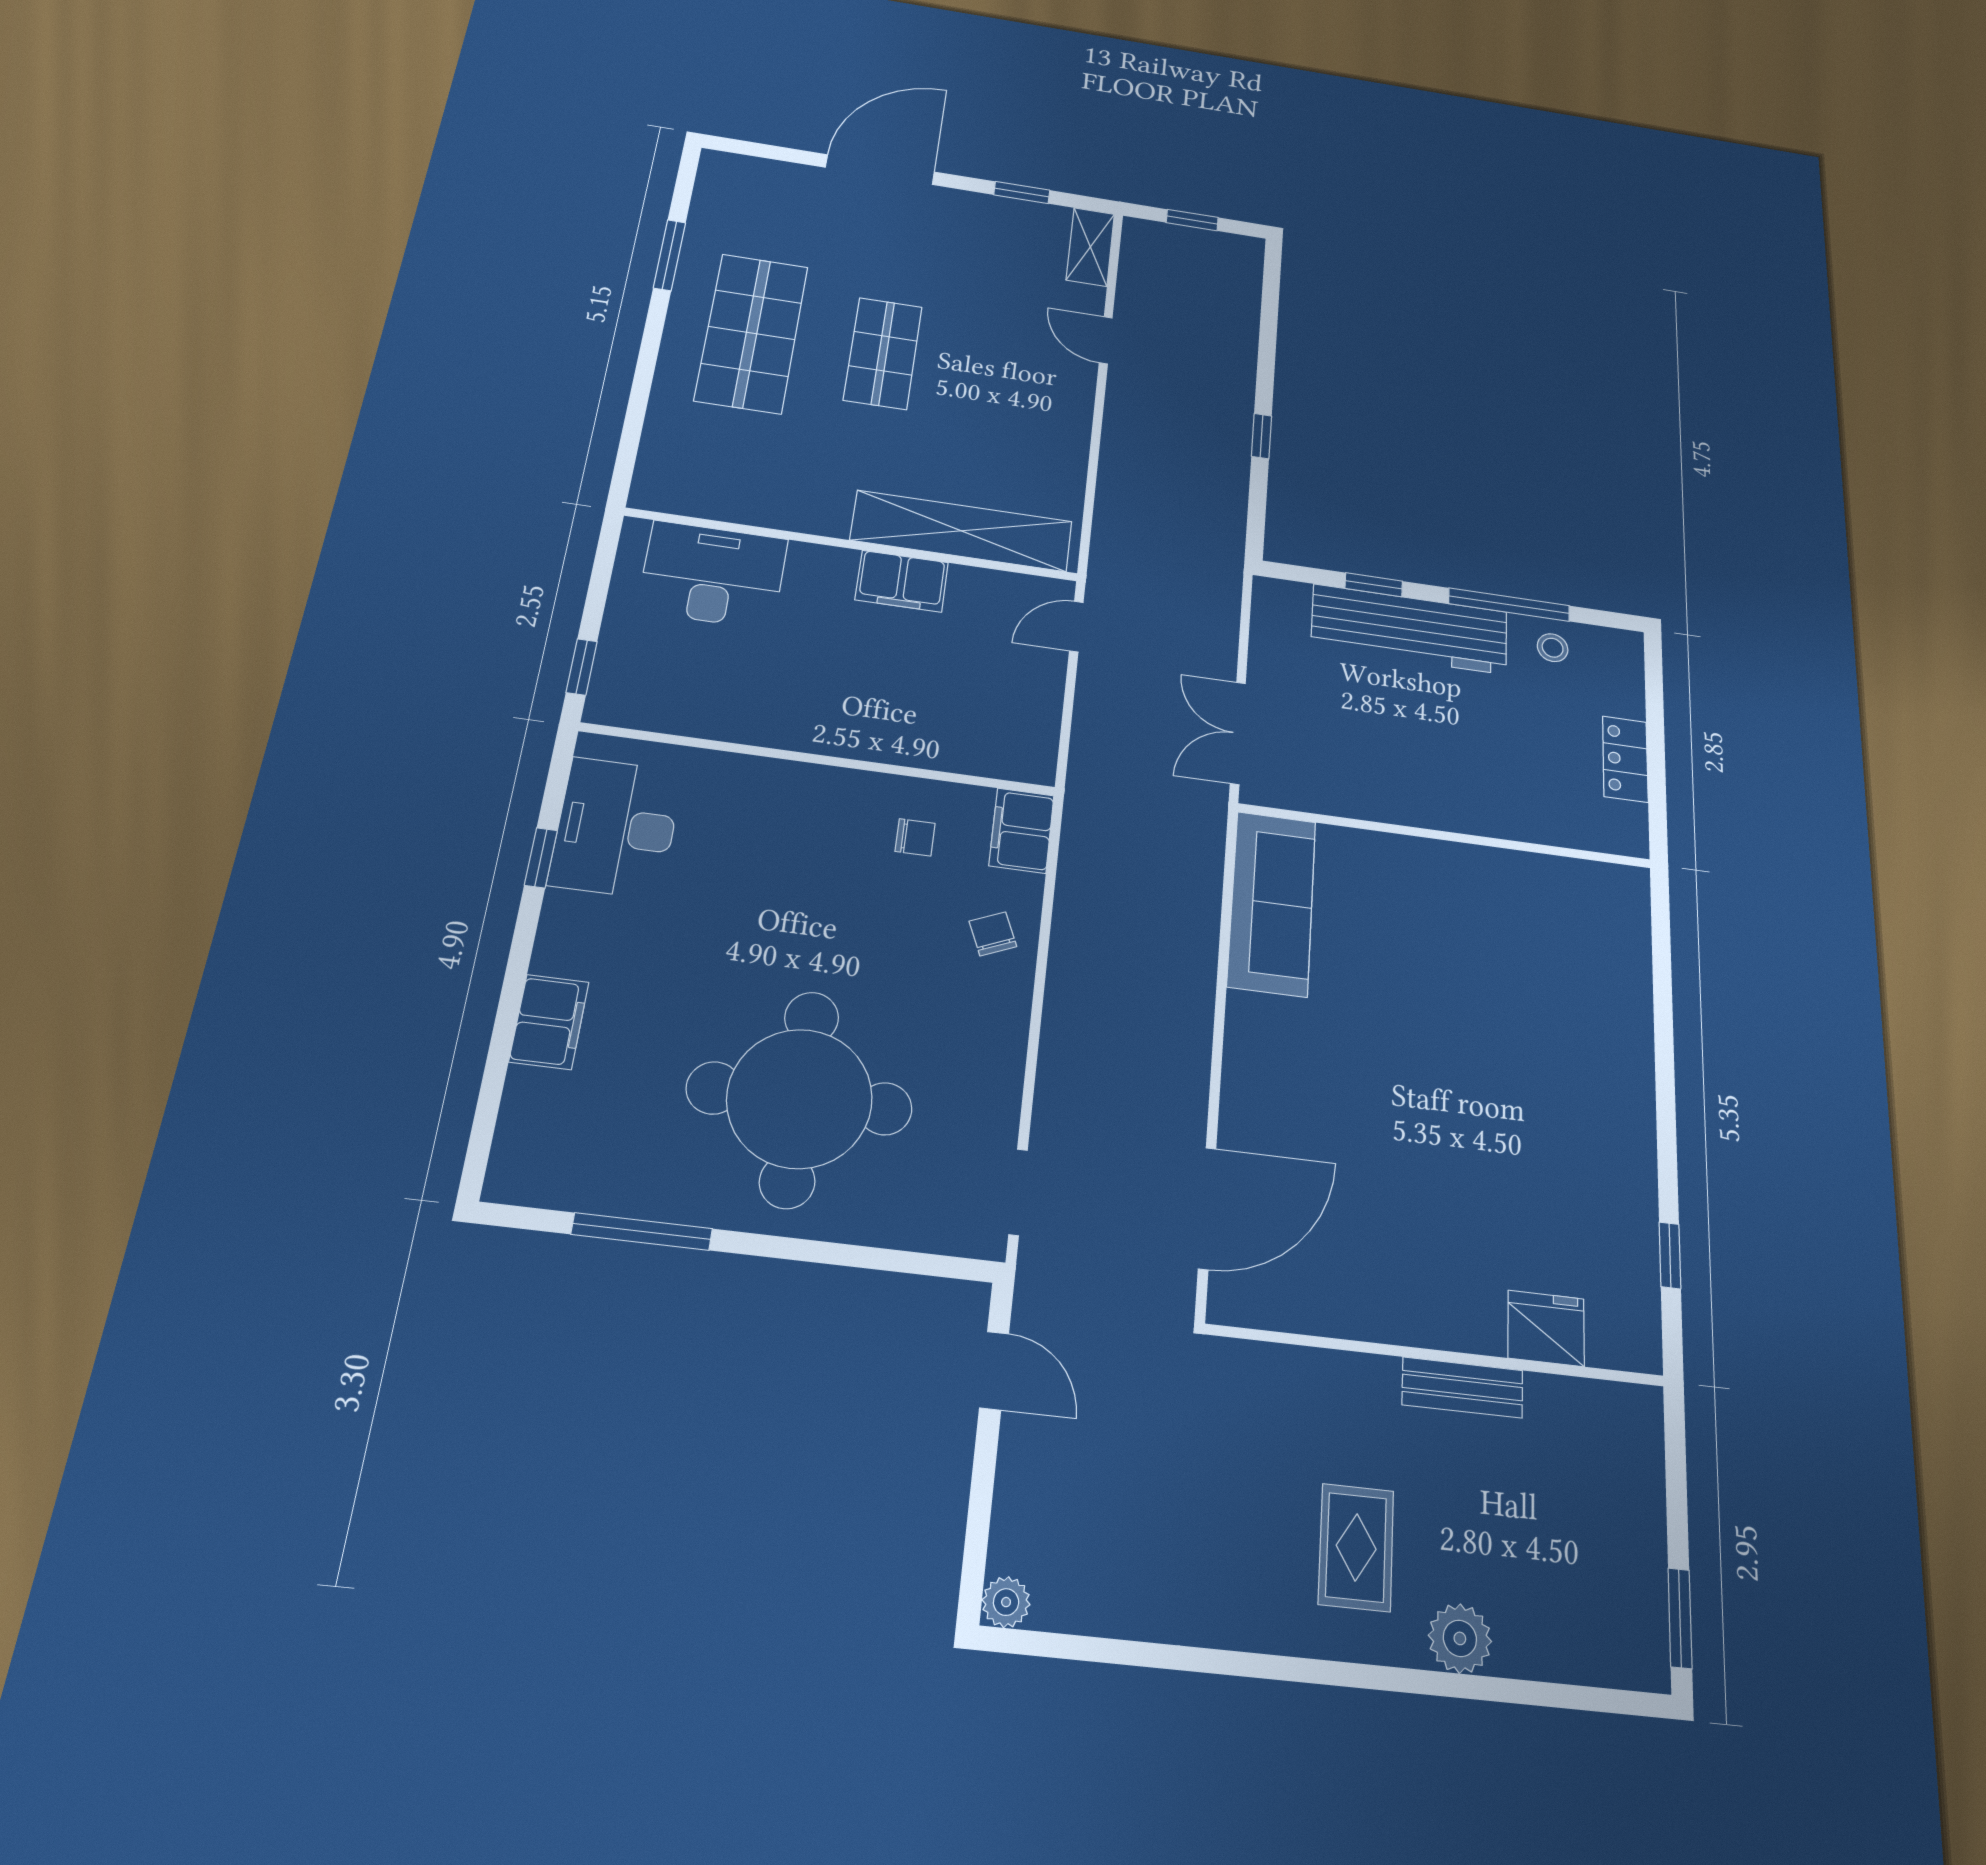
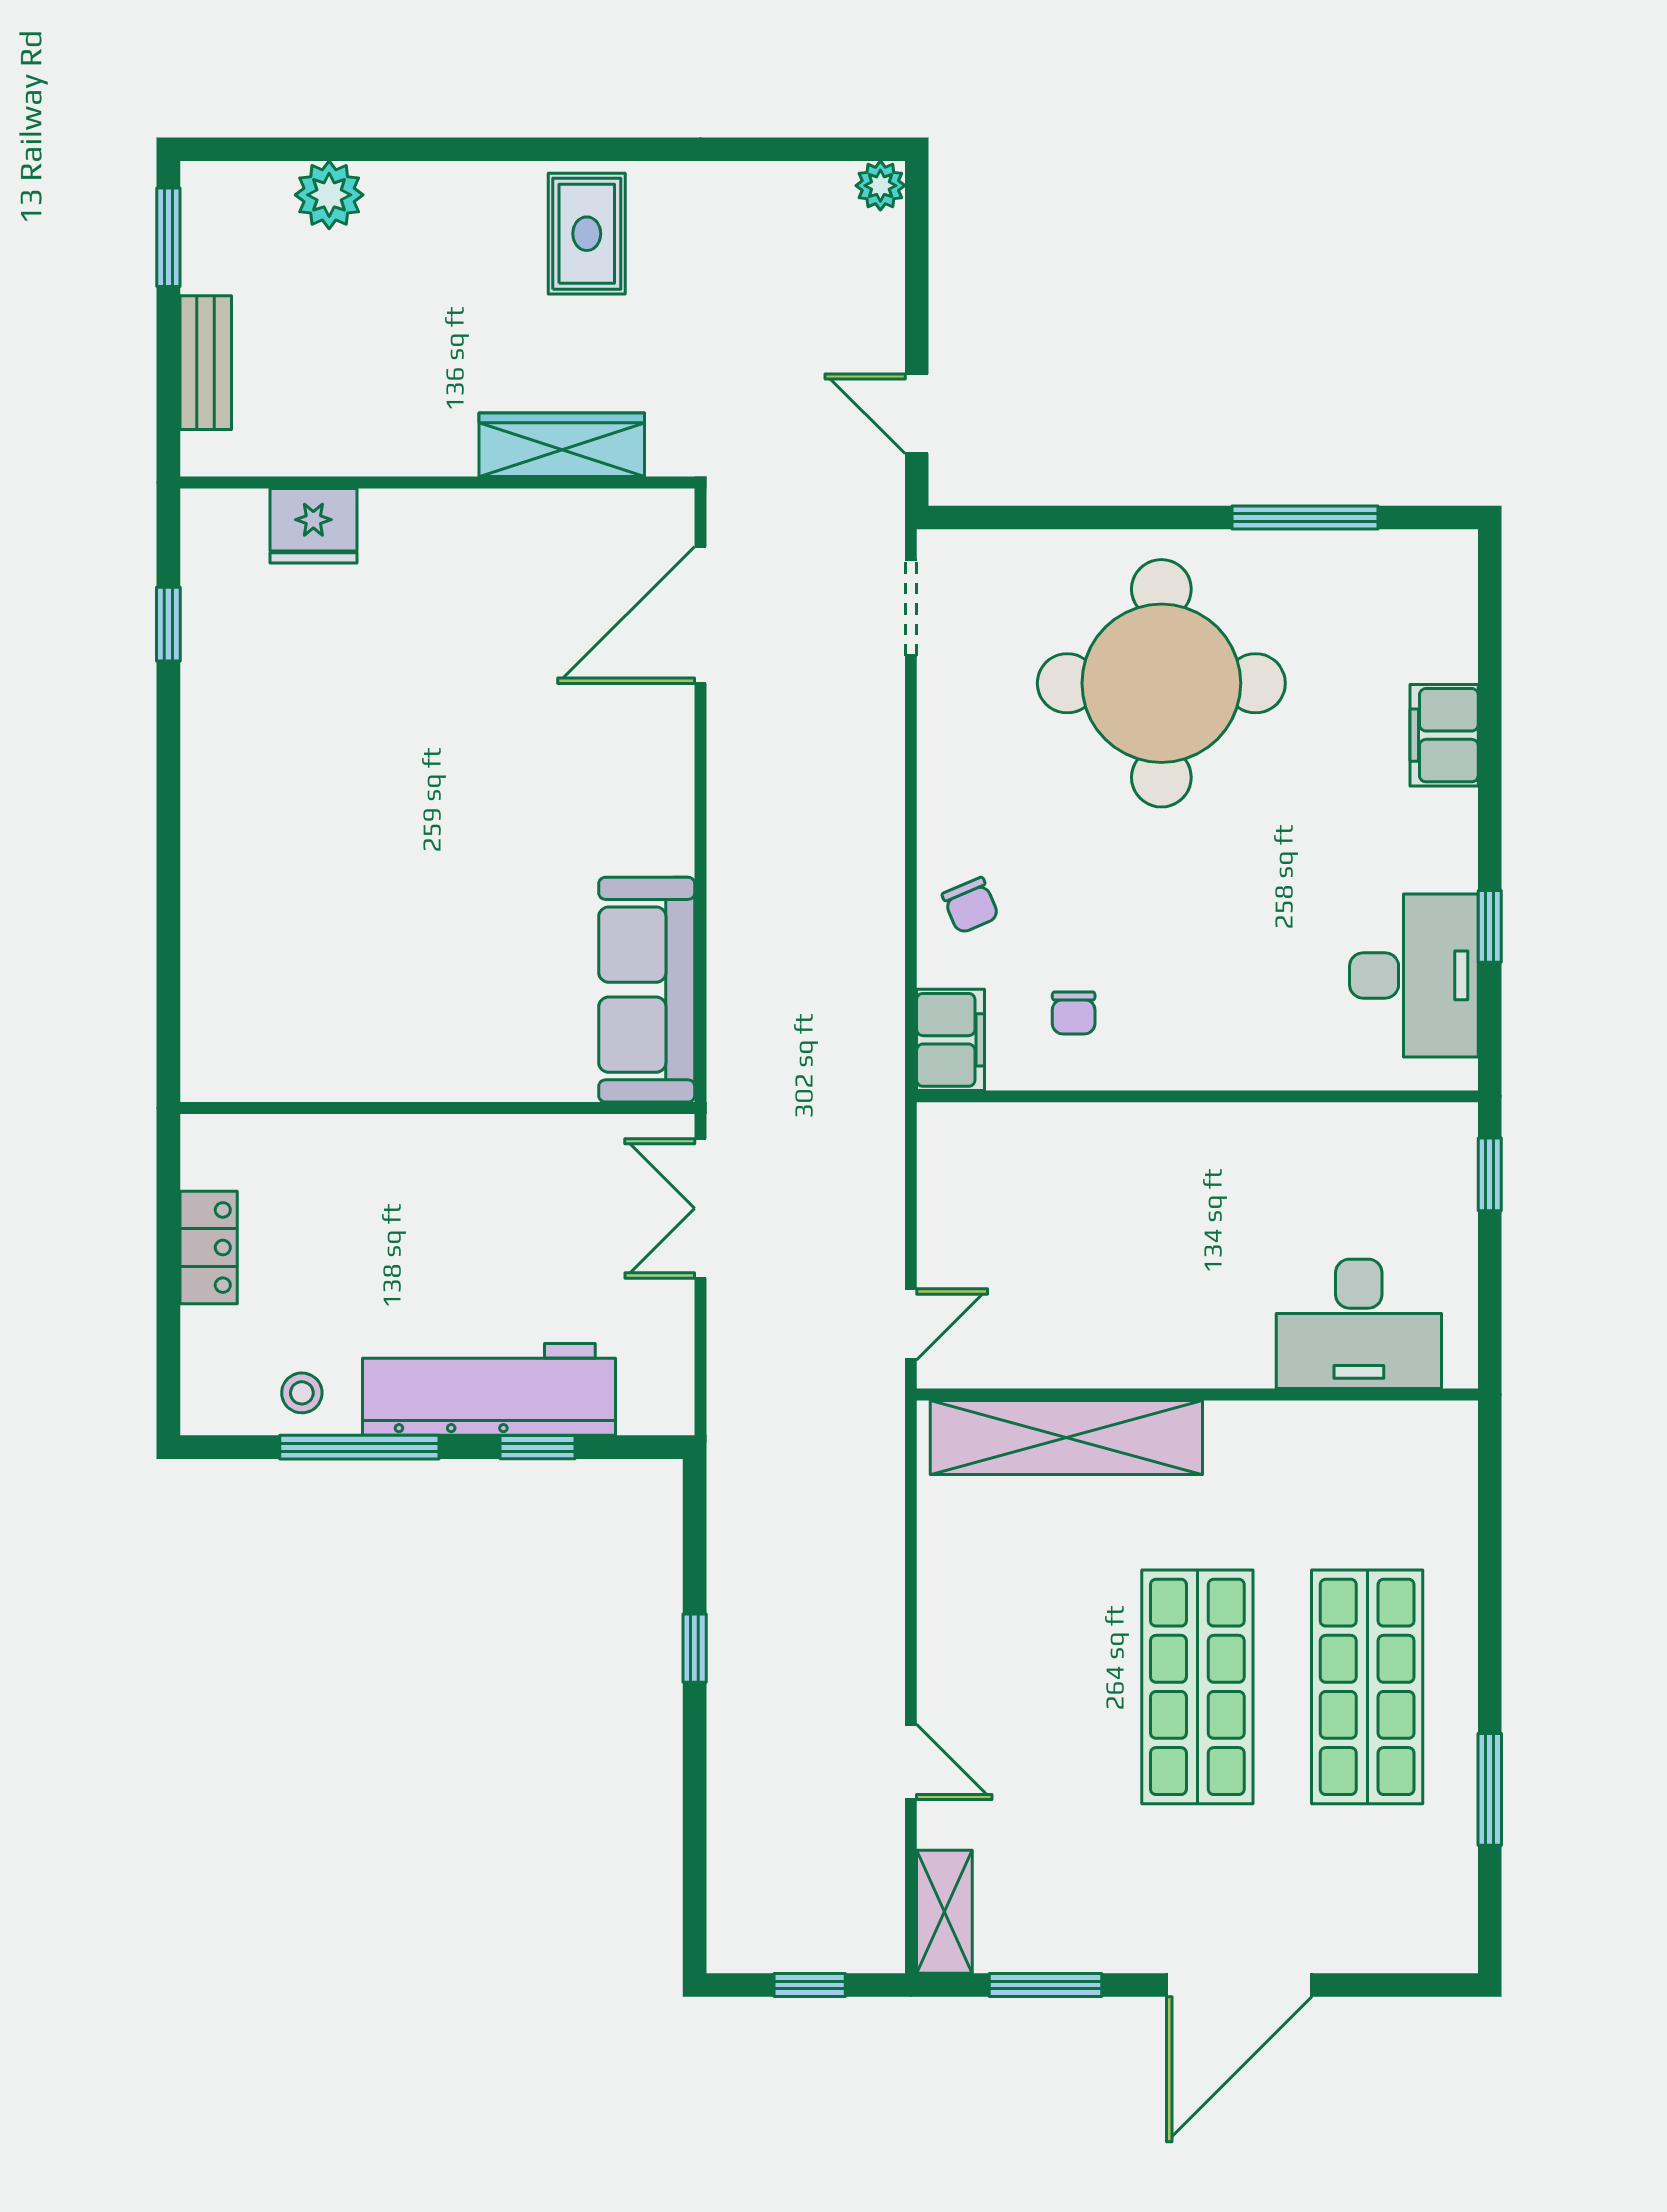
window: (1022, 193) -> (1046, 1985), width x1.50
shop shelf: (883, 353) -> (1197, 1687), width x1.43, depth x1.36
filing cabinet: (902, 581) -> (1131, 1353), removed
double door: (1238, 733) -> (700, 1208), swing flipped
chair: (915, 837) -> (1074, 1013), turned -90
wardrobe: (1323, 1378) -> (562, 445), added
bench: (1462, 1388) -> (206, 363), moved, turned 90
rug: (1356, 1547) -> (587, 234), moved
plant: (1460, 1638) -> (329, 195), moved

